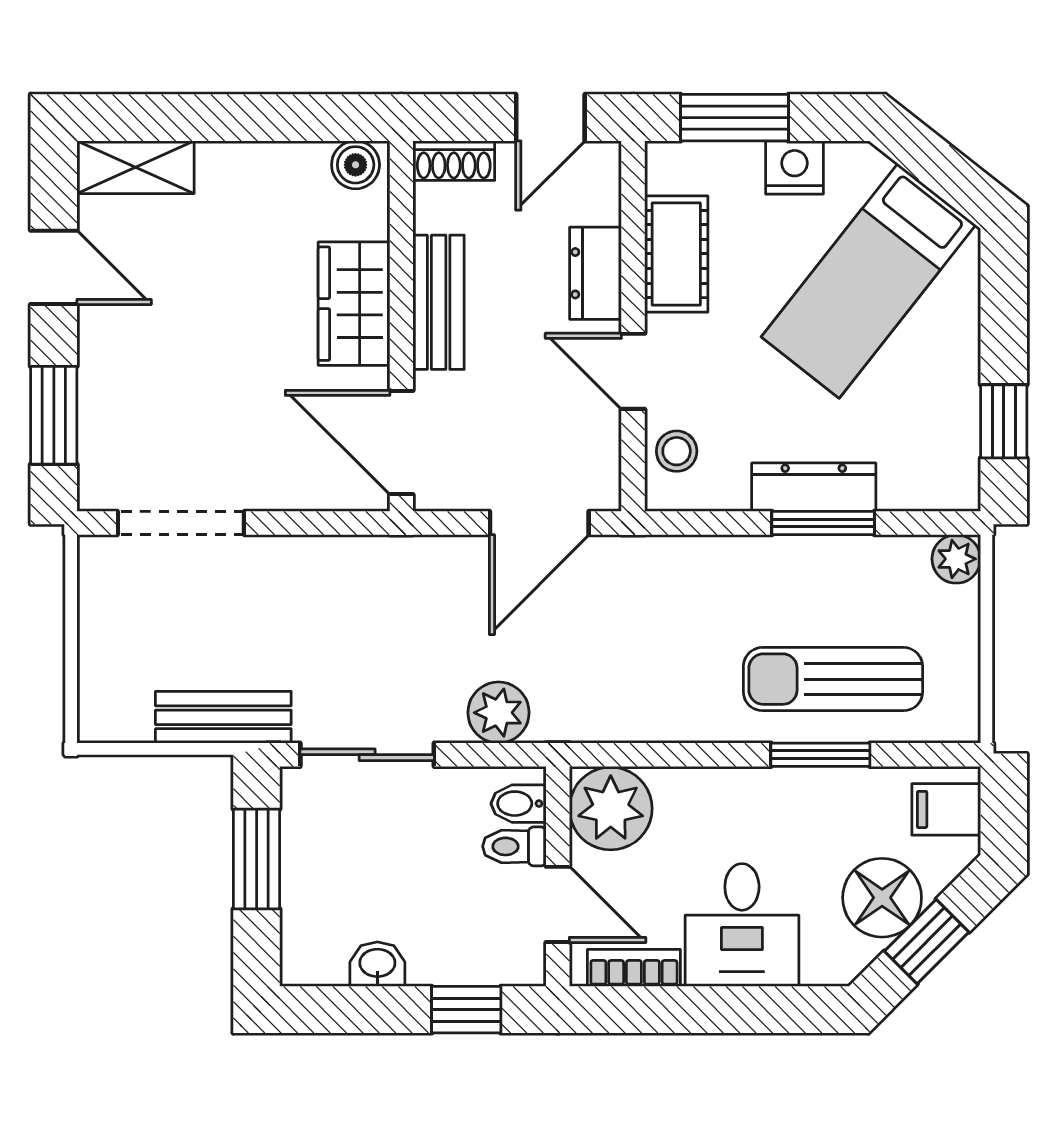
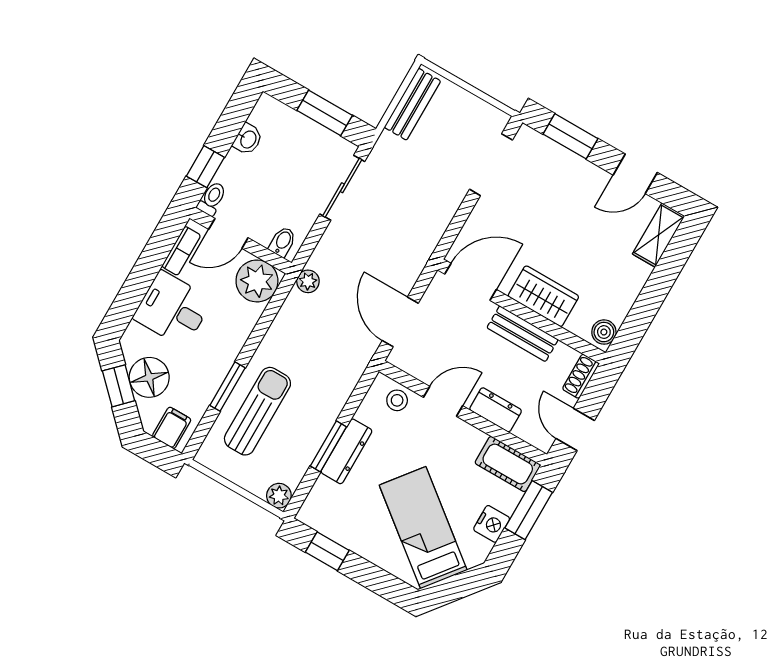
cot: (676, 254) -> (508, 464), moved
plant: (499, 713) -> (308, 281), moved, width x0.73, depth x0.73
bench: (223, 717) -> (412, 104), moved
toilet: (514, 846) -> (212, 199), moved

